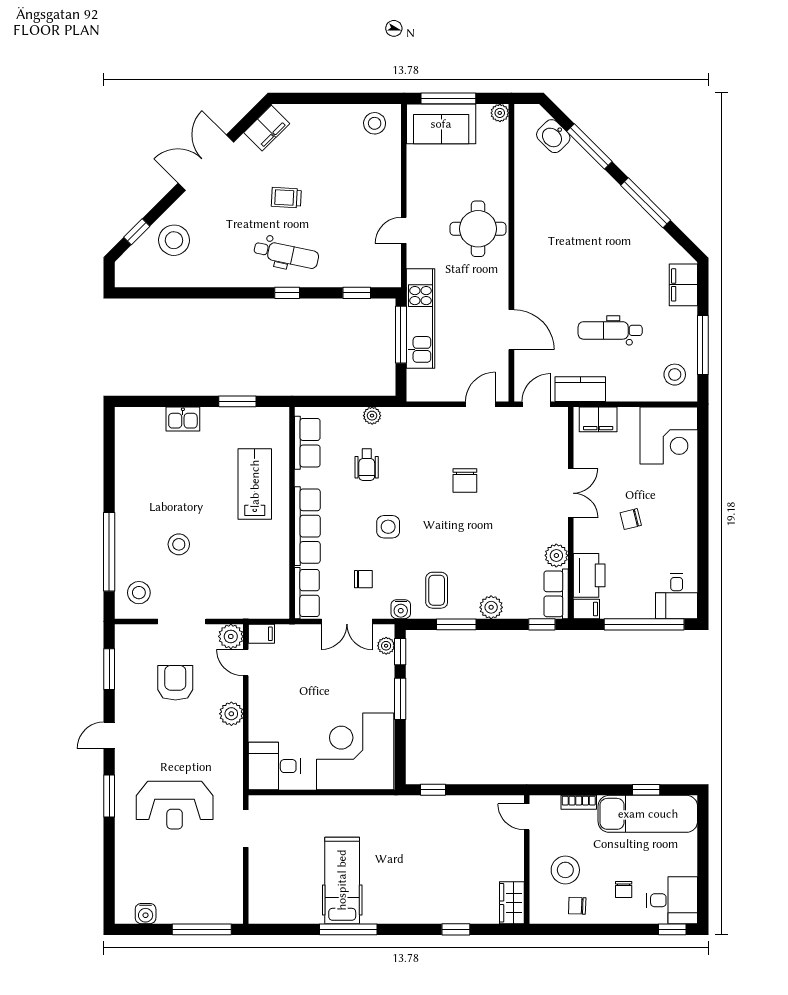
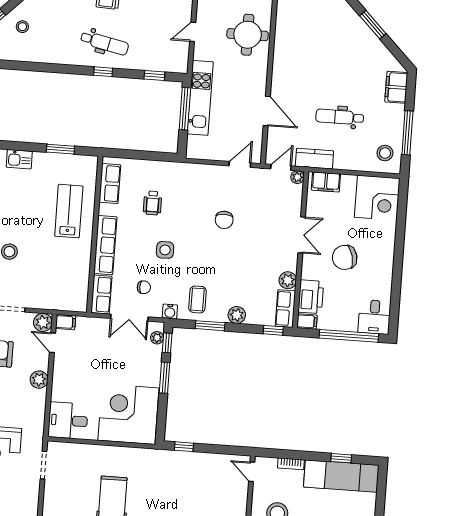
window: (646, 203) -> (373, 25), width x0.69
stool: (174, 240) -> (22, 27), width x0.53, depth x0.53
plant: (372, 416) -> (297, 177), moved
chair: (631, 519) -> (345, 257), width x1.87, depth x1.87

